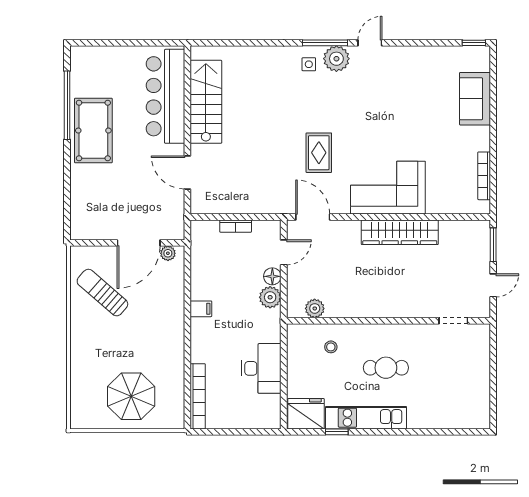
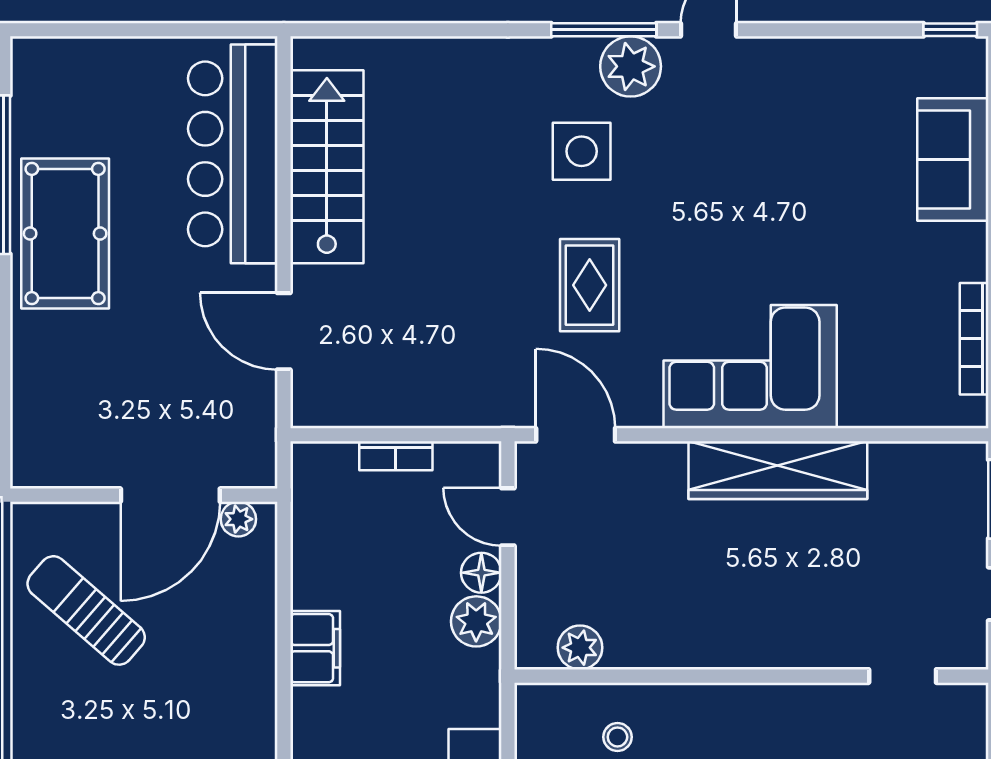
side table: (309, 64) -> (582, 151), moved, width x1.87, depth x1.87
door: (284, 252) -> (508, 517), swing flipped
filing cabinet: (201, 309) -> (315, 648), width x2.00

